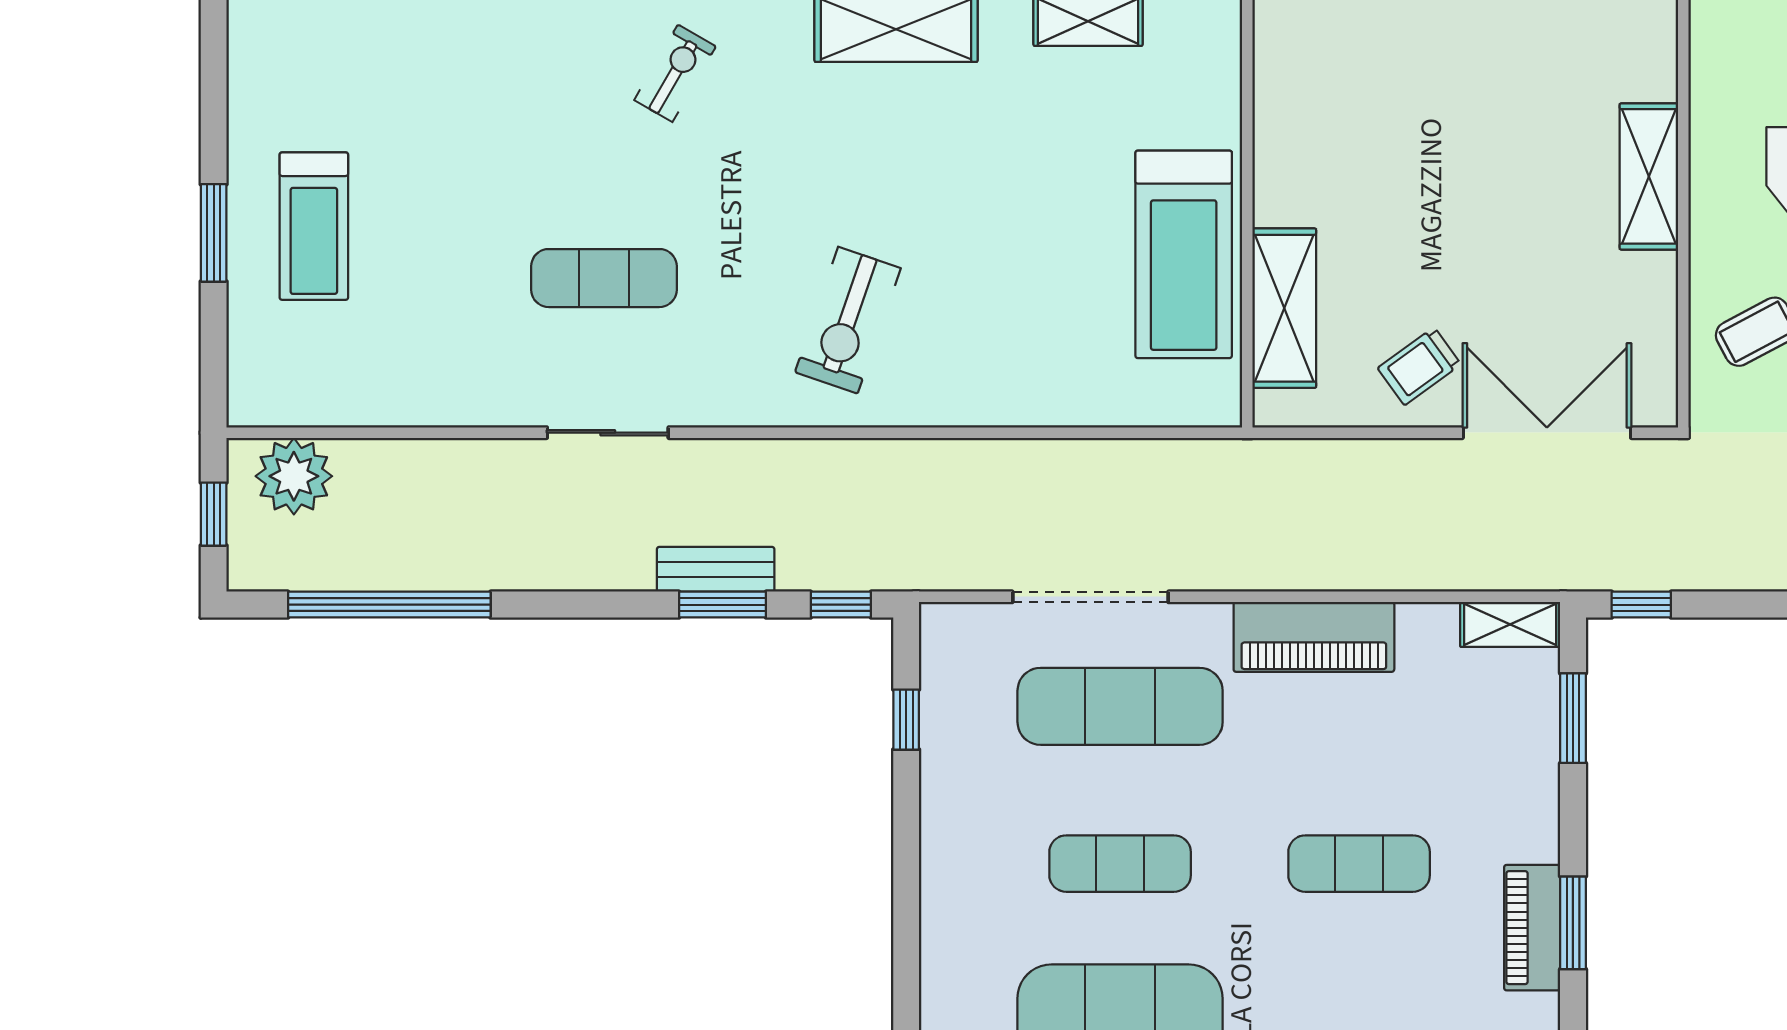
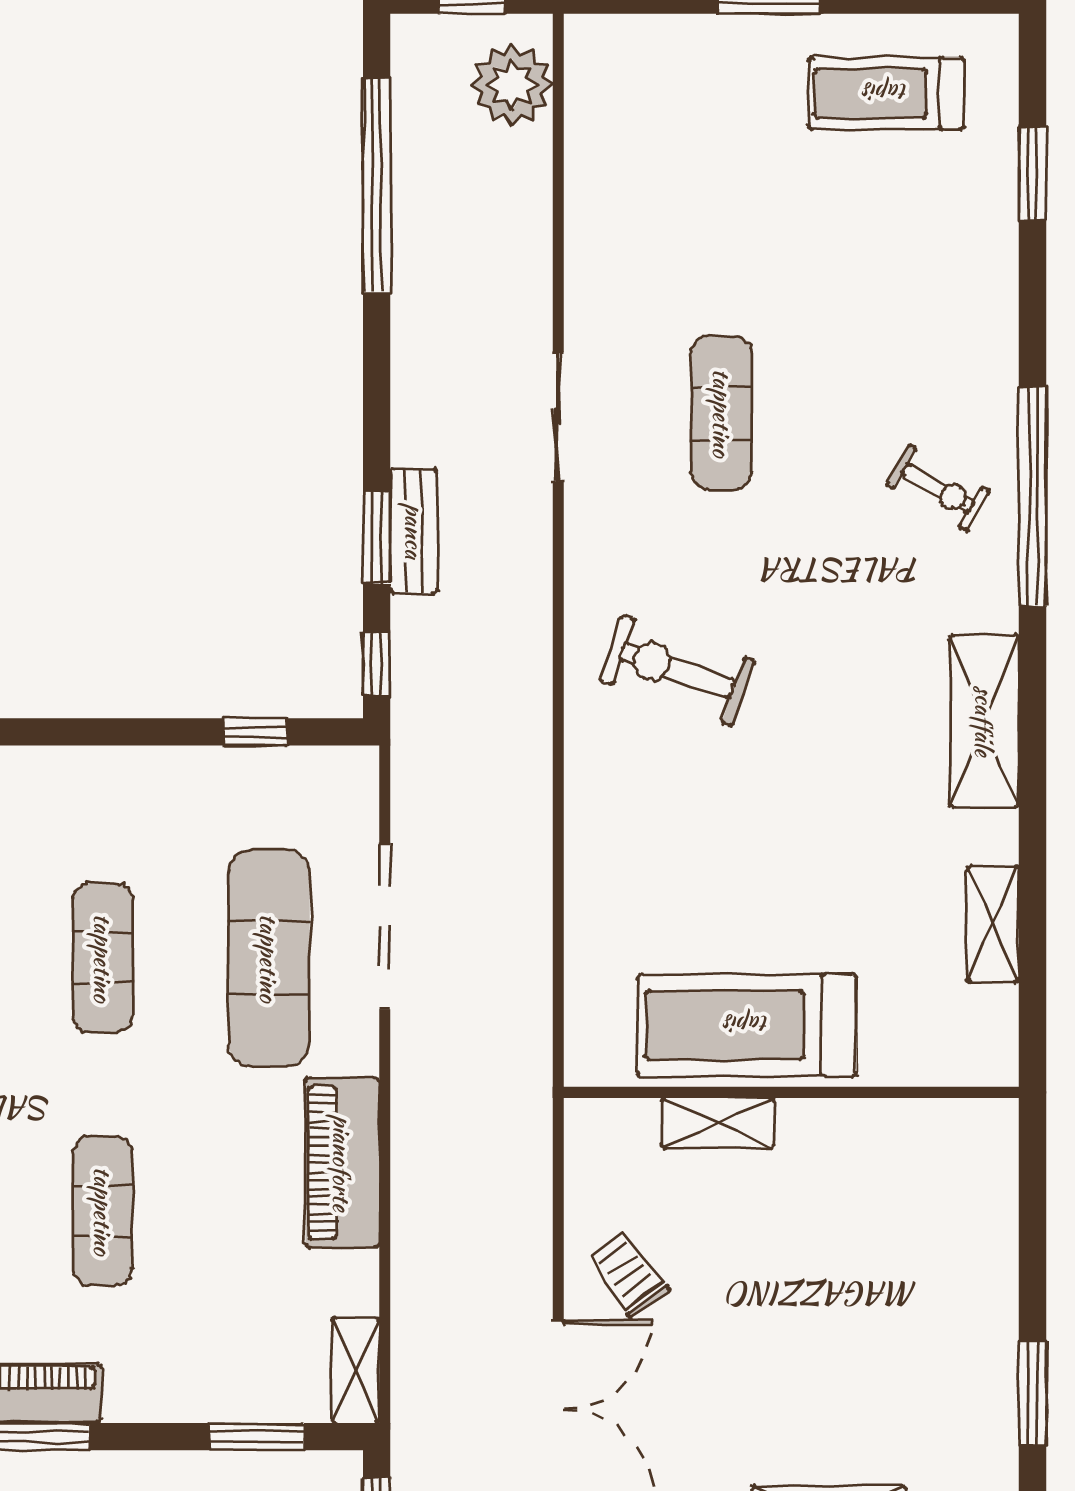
treadmill: (314, 226) -> (886, 93), moved
shelving: (1284, 308) -> (718, 1123), width x0.67, depth x0.75

